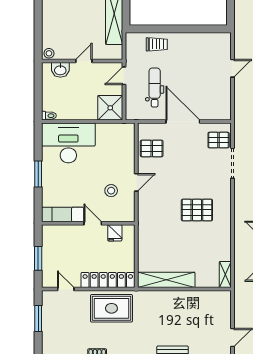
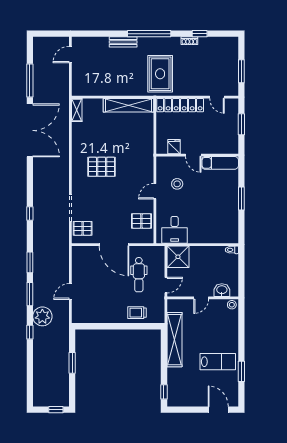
desk: (68, 143) -> (175, 230), moved, width x0.53, depth x0.77
rug: (111, 308) -> (160, 74), moved, turned 90

